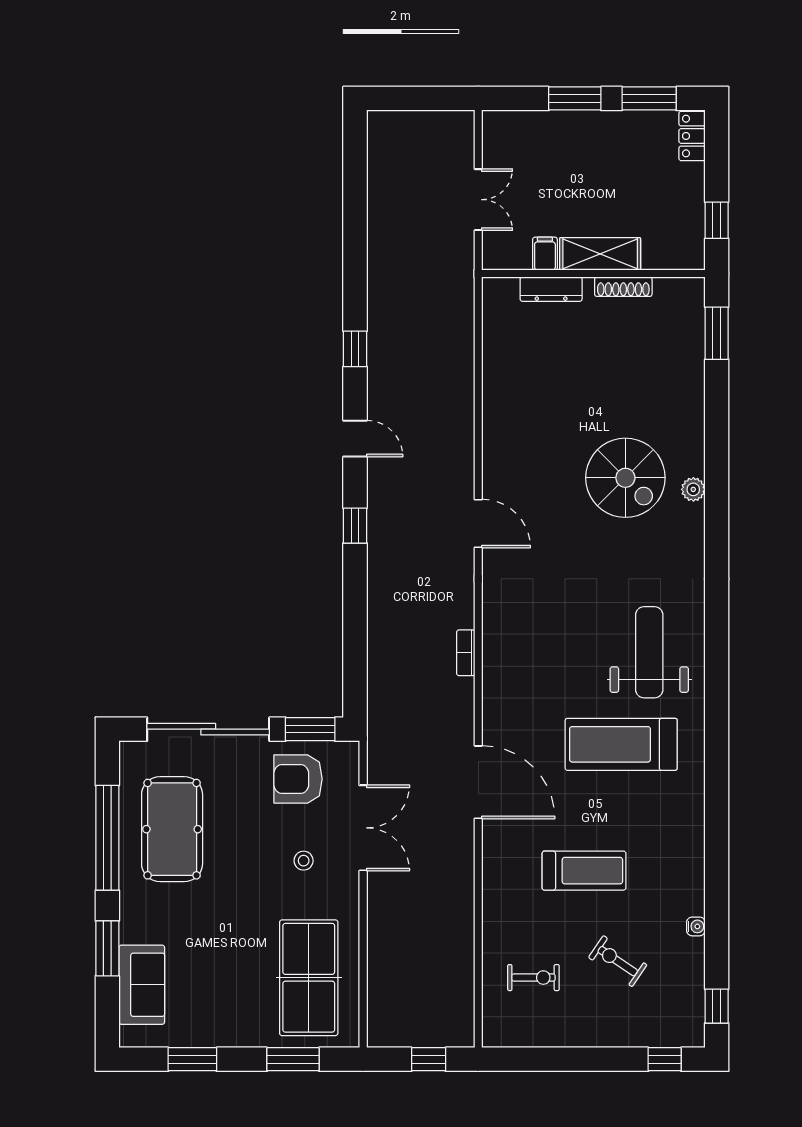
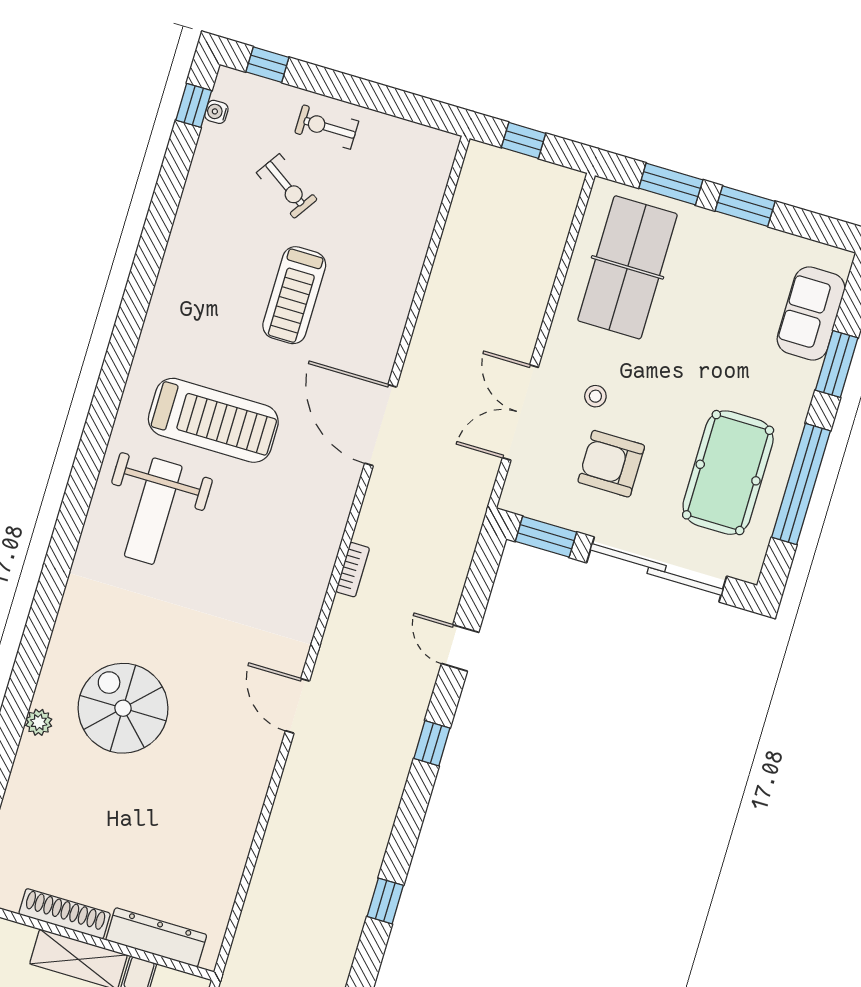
shoe rack: (623, 287) -> (65, 914), width x1.36, depth x1.24
dresser: (551, 289) -> (156, 937), width x1.37, depth x1.24
window: (355, 349) -> (385, 901), moved
door: (355, 439) -> (460, 648), moved
plant: (693, 489) -> (39, 722), moved
armchair: (298, 779) -> (611, 464), moved, turned 180
treadmill: (584, 871) -> (294, 295), turned -90
water cooler: (696, 926) -> (216, 112), moved
exercise bike: (533, 978) -> (327, 127), moved
window: (192, 1059) -> (745, 206), moved

